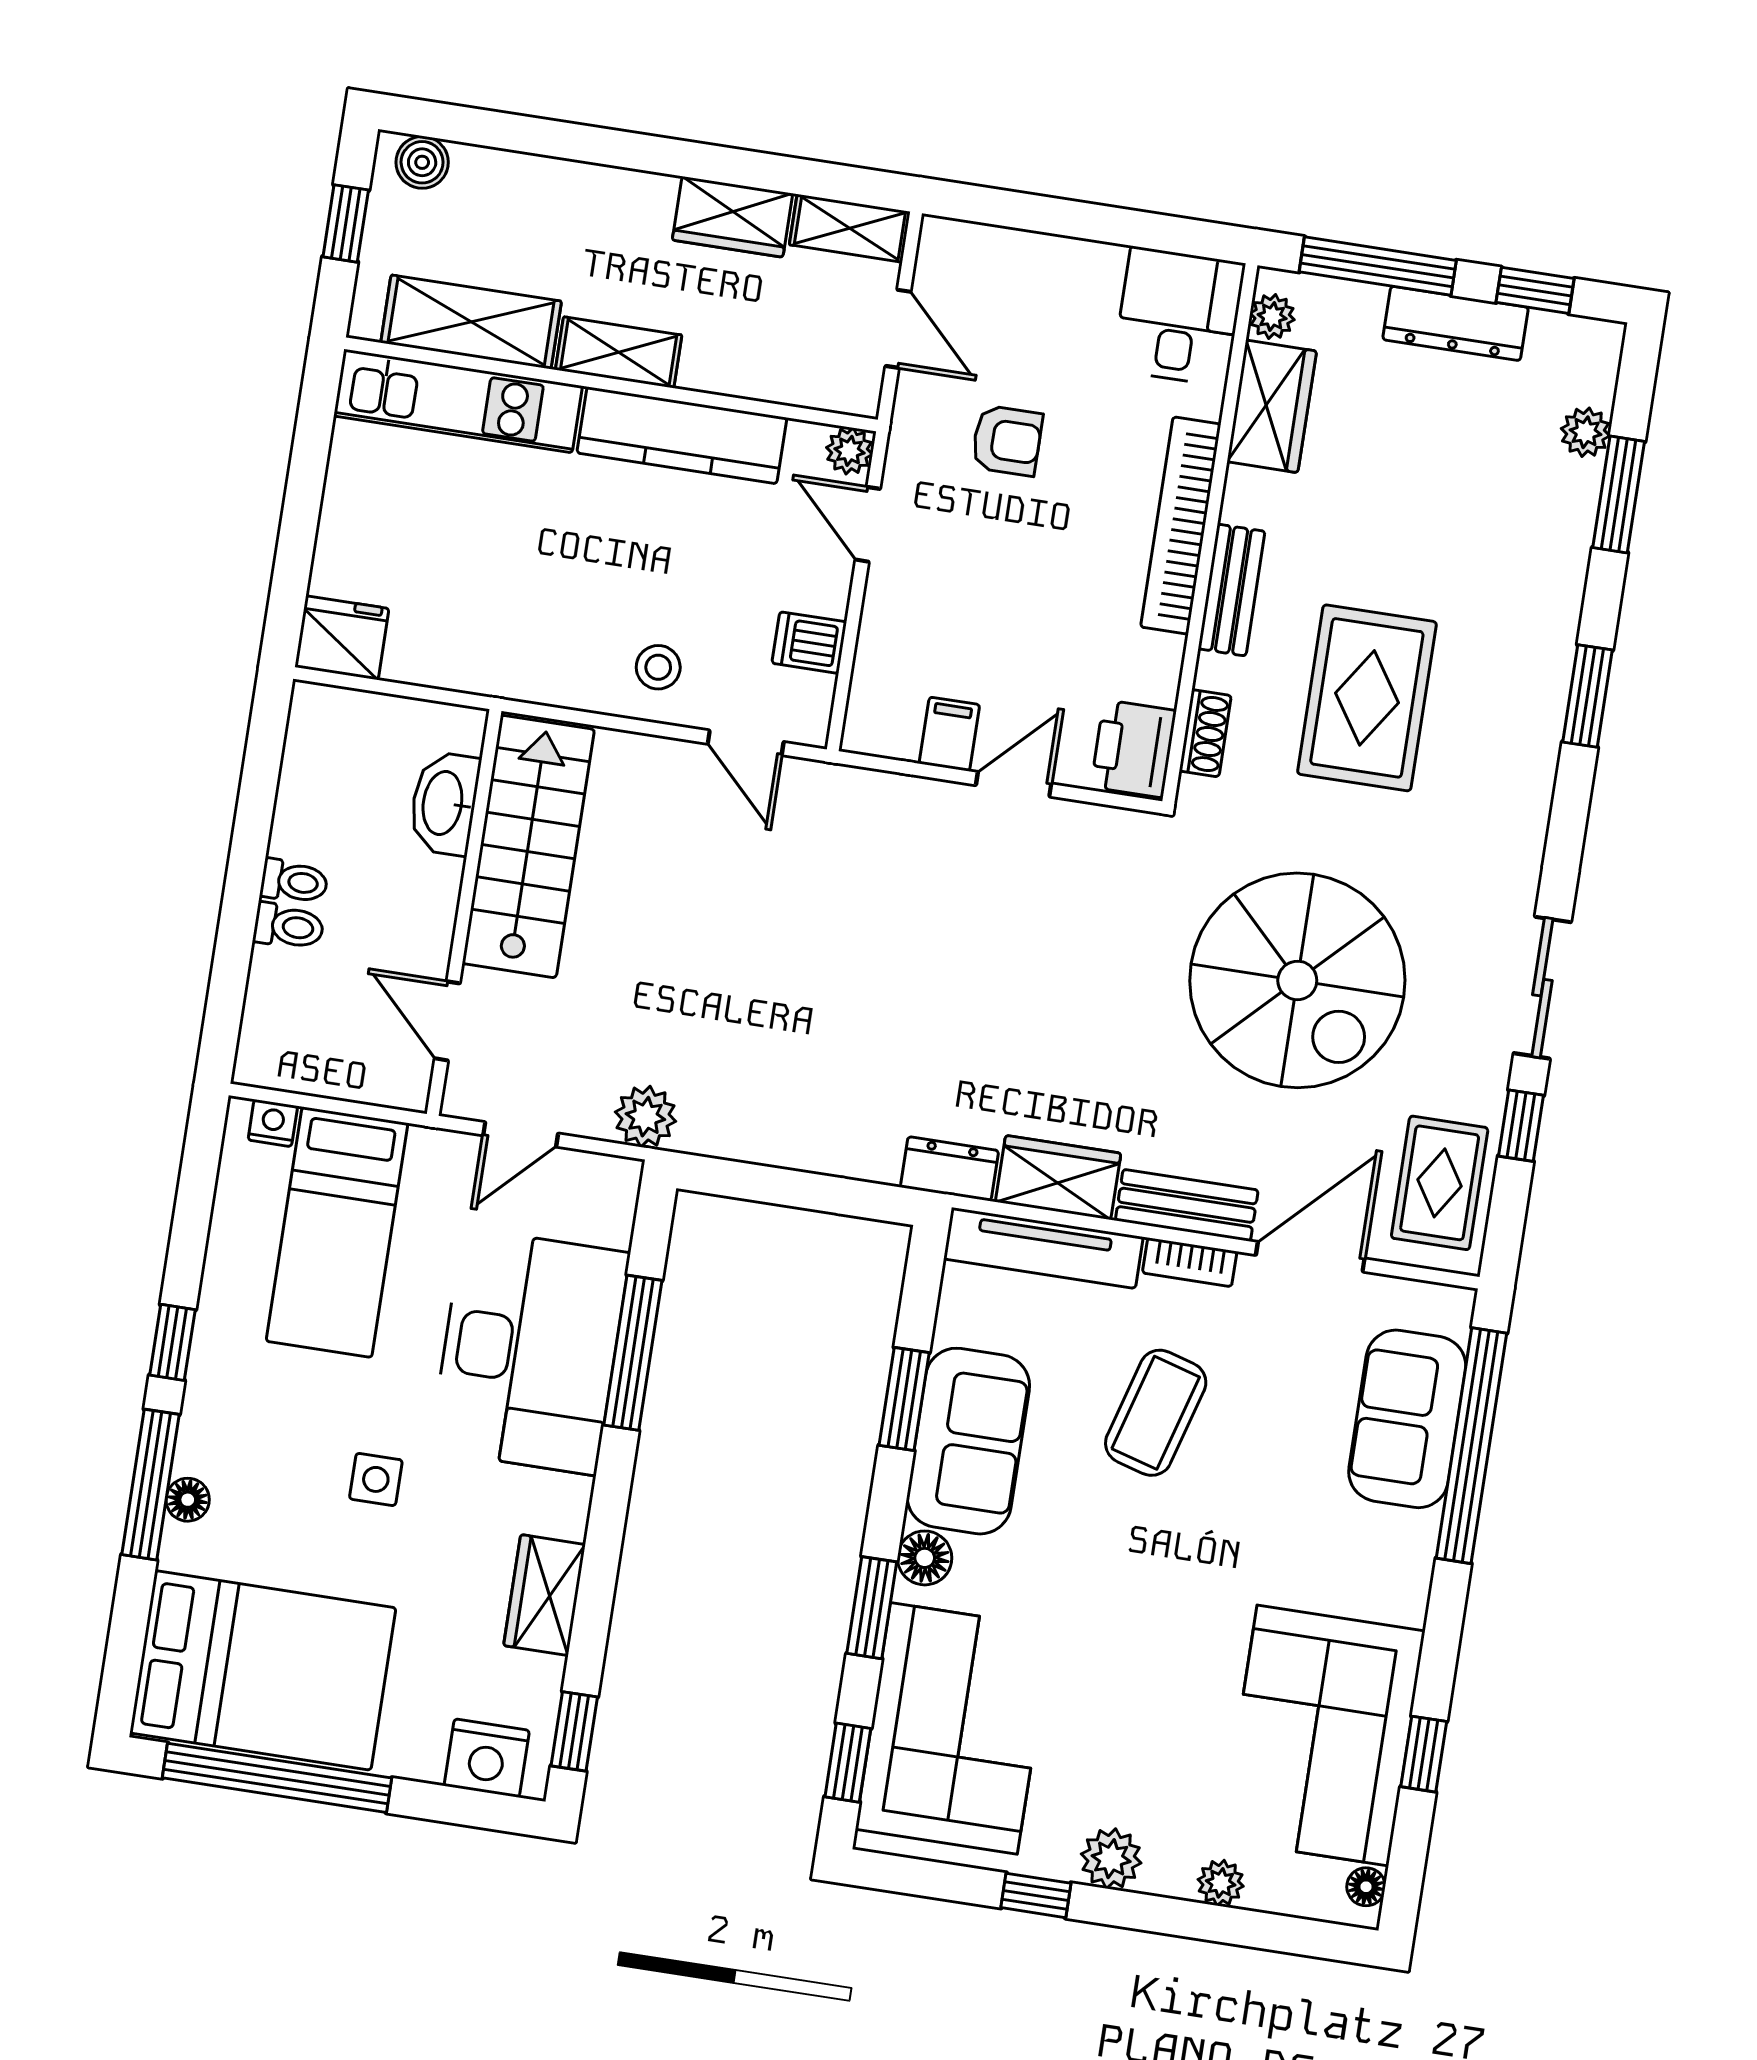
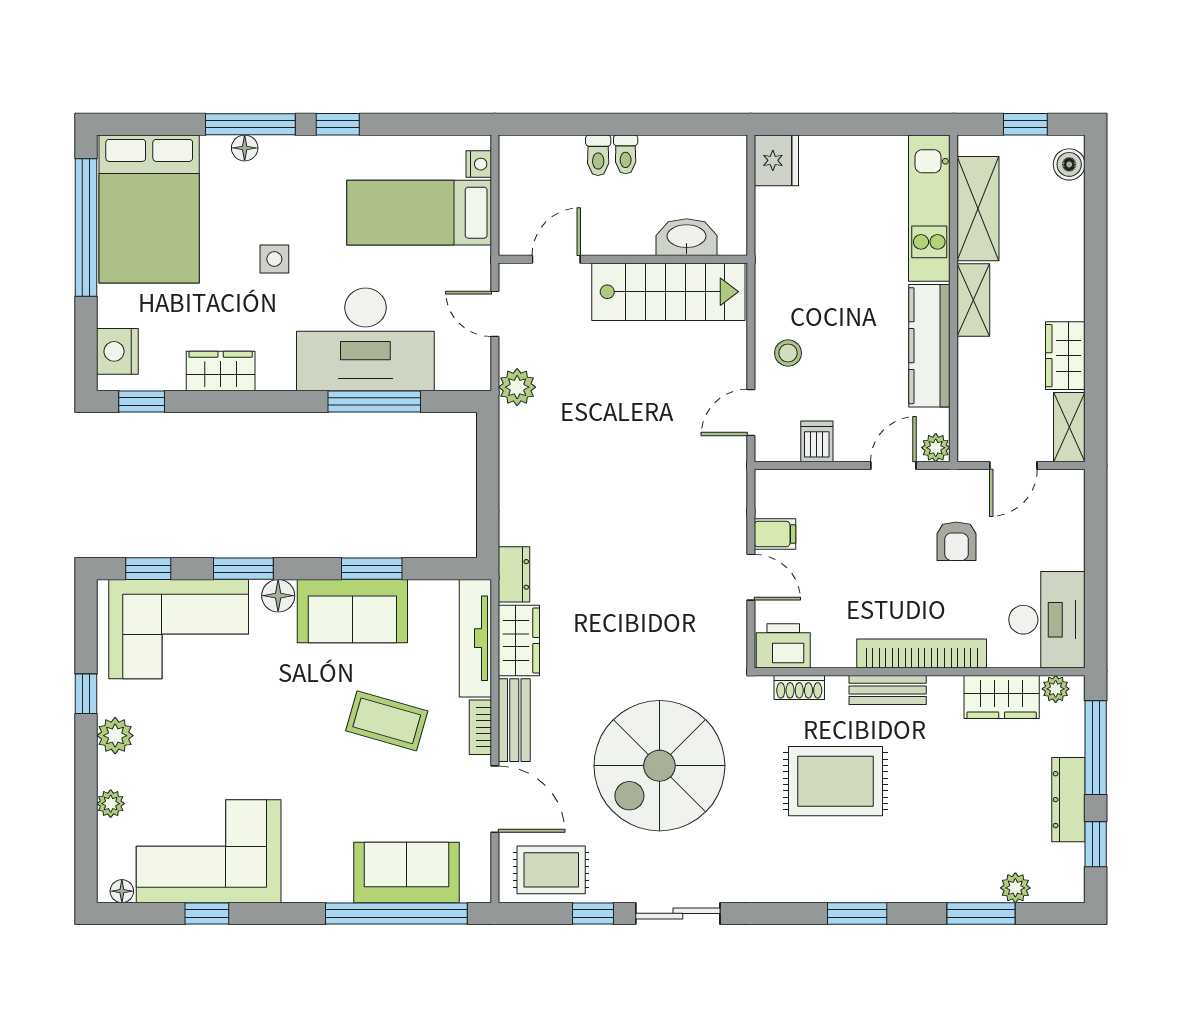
desk: (1179, 316) -> (1047, 620), width x1.37

